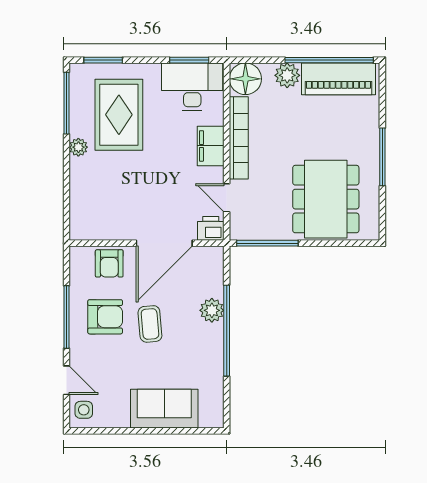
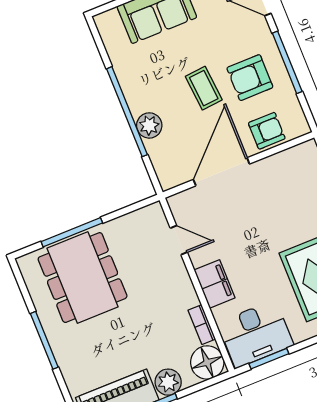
bookcase: (239, 138) -> (202, 325), width x0.43, depth x0.76
printer: (211, 228) -> (182, 204), removed
window: (267, 243) -> (72, 232), moved
armchair: (109, 263) -> (267, 131), turned 90

